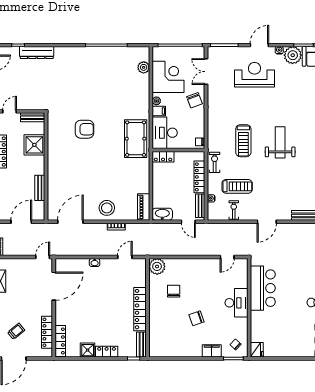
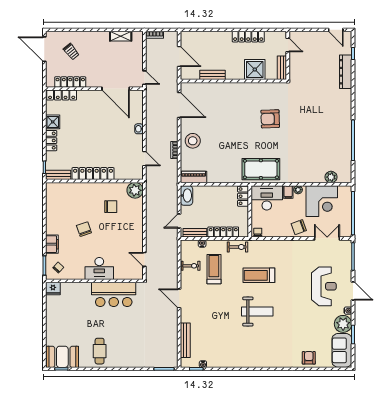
armchair: (84, 129) -> (270, 119), turned 88
treadmill: (237, 186) -> (214, 269), turned 180

